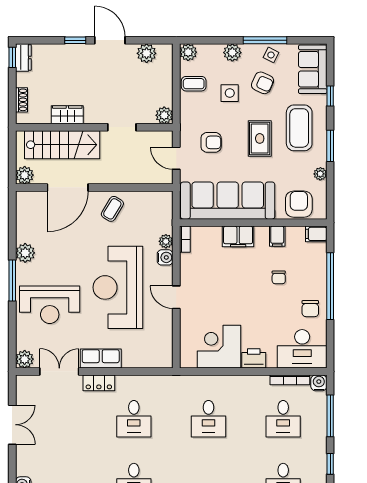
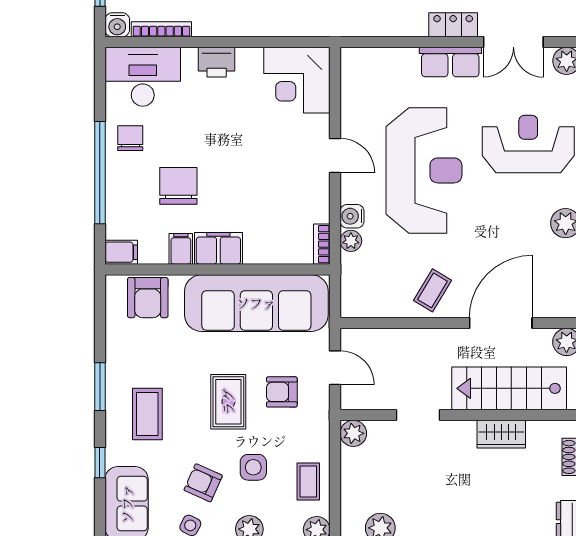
coffee table: (194, 84) -> (308, 482), turned 90
coffee table: (299, 128) -> (147, 414), width x0.73, depth x0.76
rug: (260, 138) -> (228, 402), moved
plant: (320, 174) -> (115, 344), removed
filing cabinet: (238, 236) -> (218, 248), moved
chair: (279, 277) -> (178, 186), width x1.87, depth x1.87
corner desk: (219, 347) -> (297, 80), moved, turned 90

